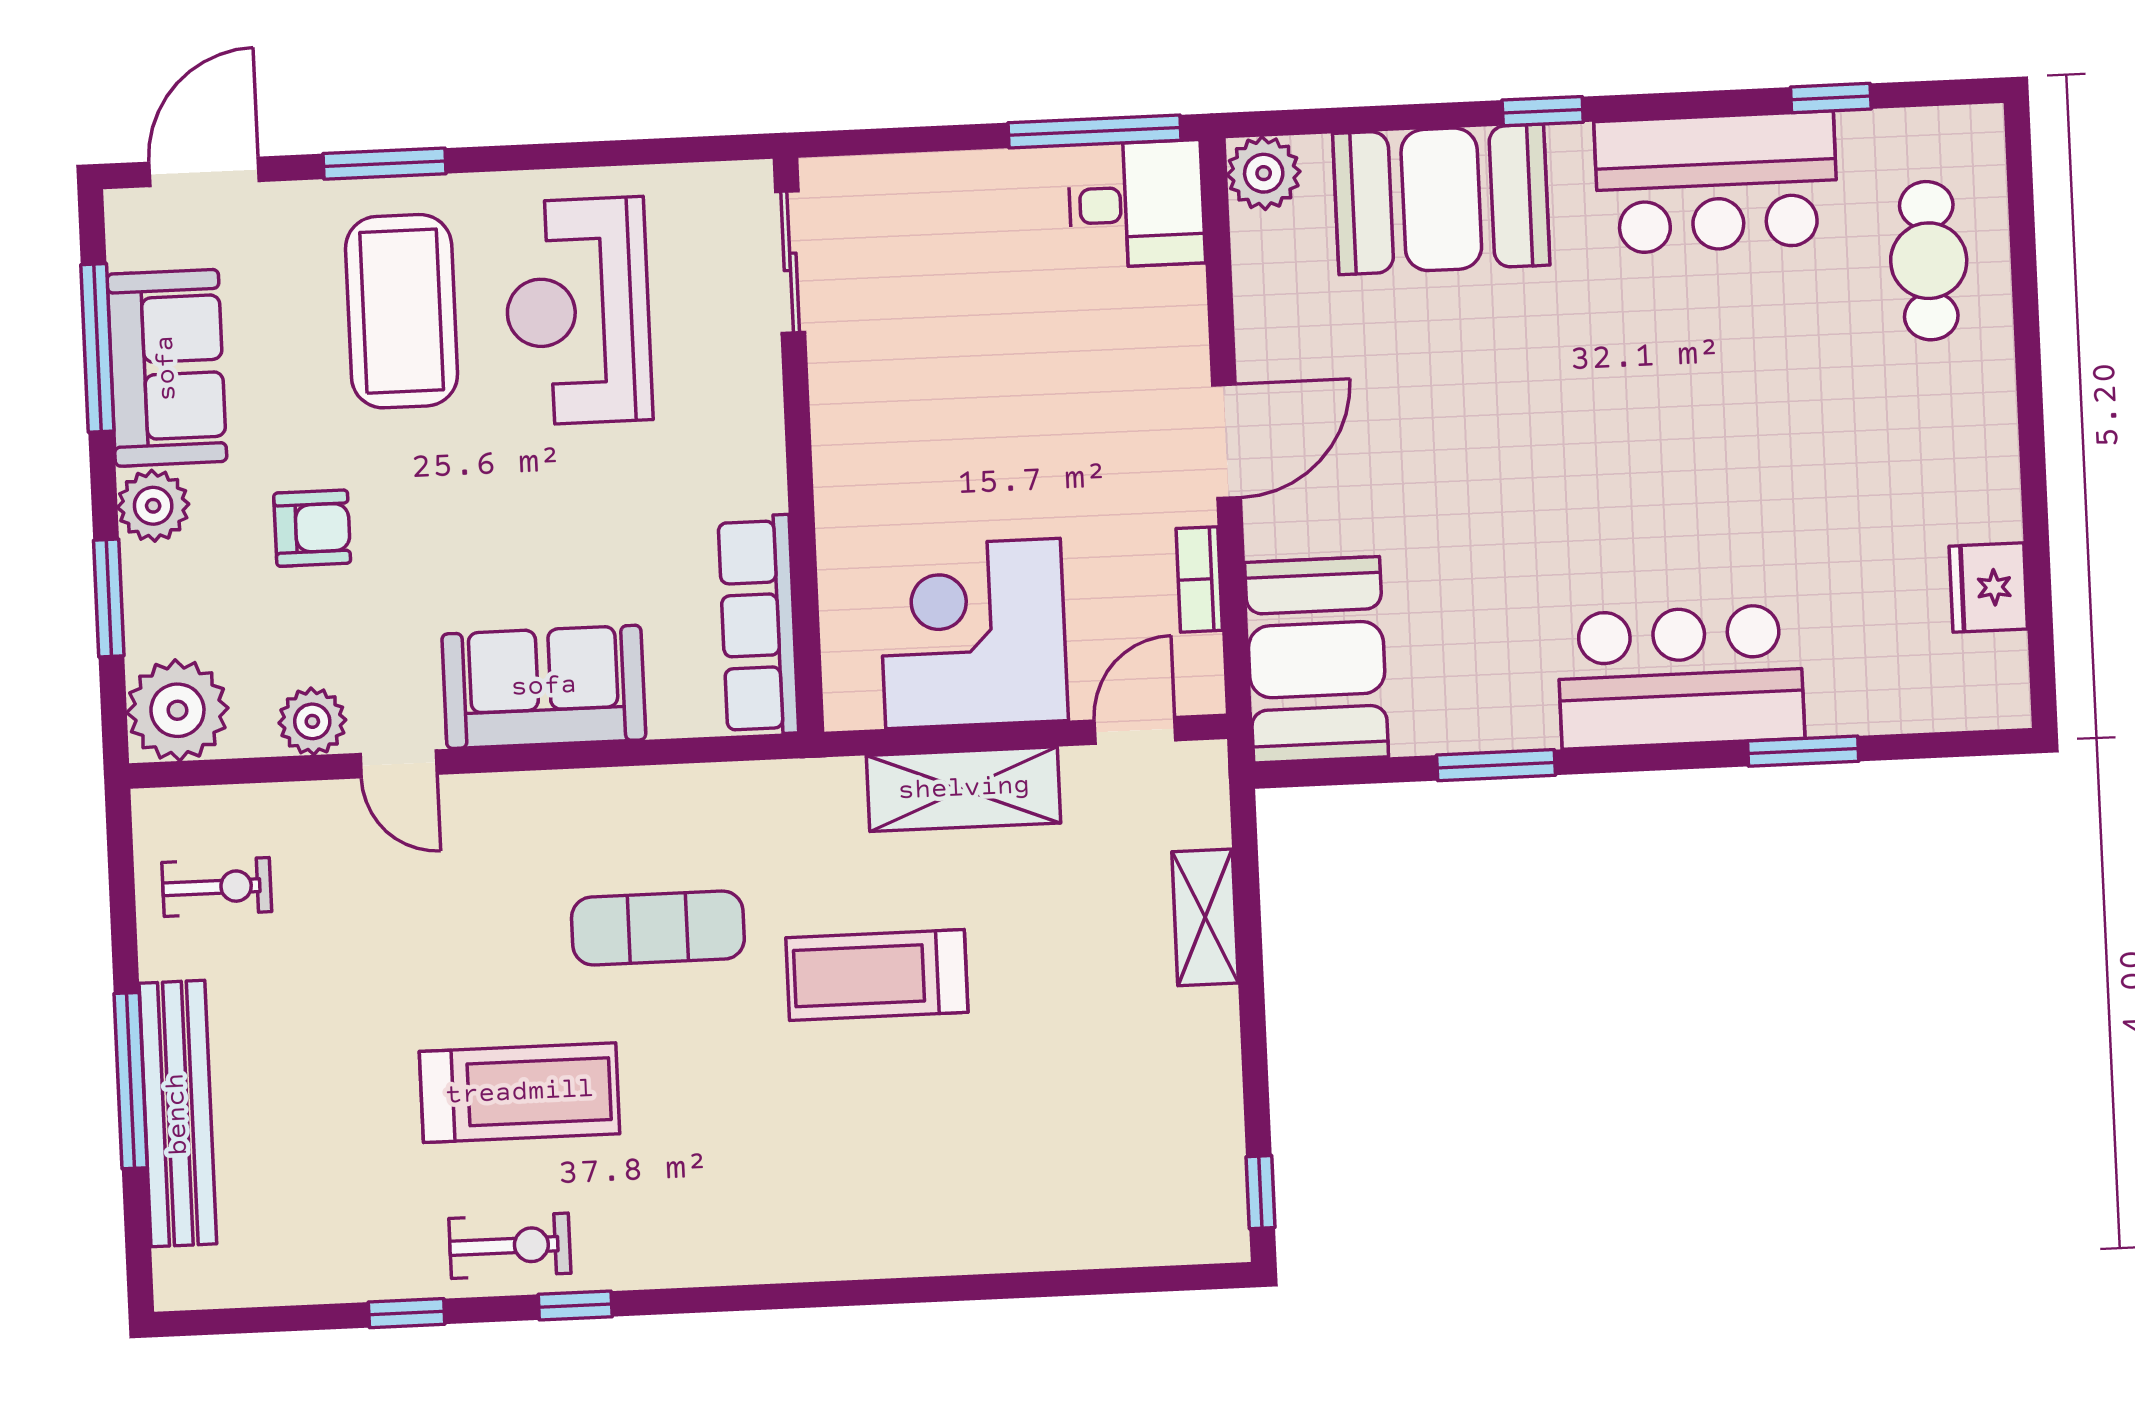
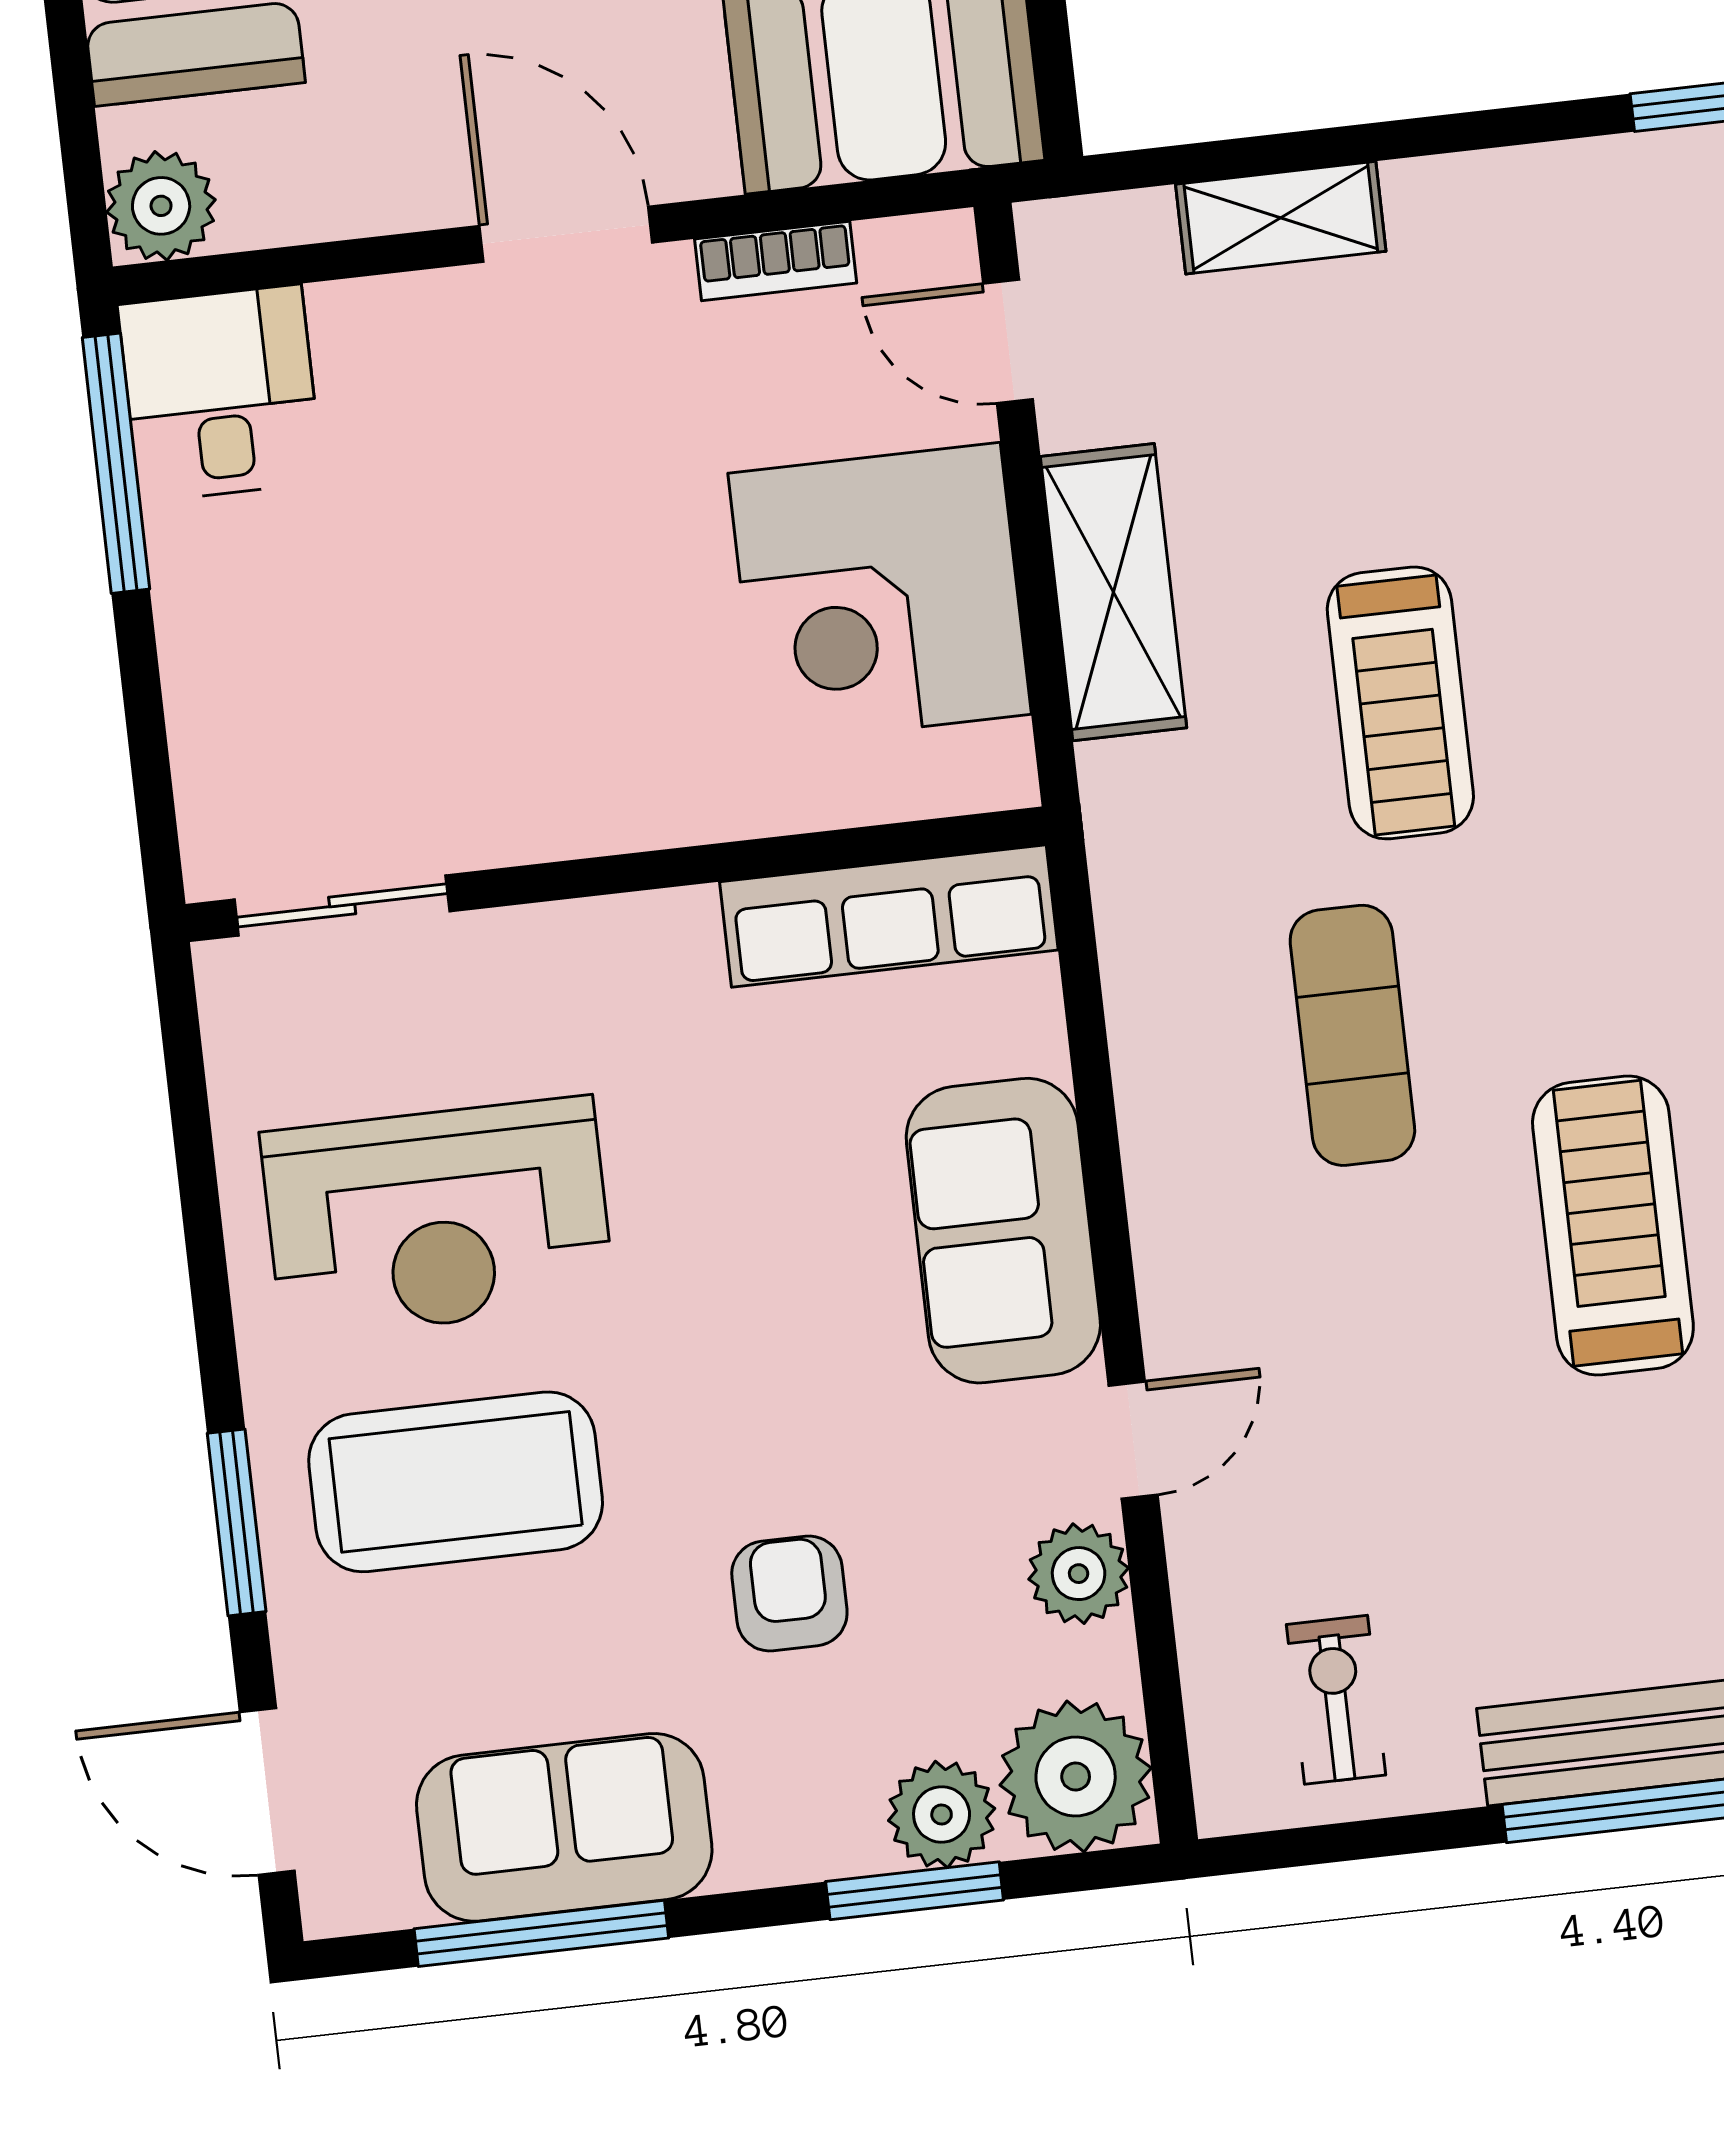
plant: (153, 506) -> (942, 1814), moved

